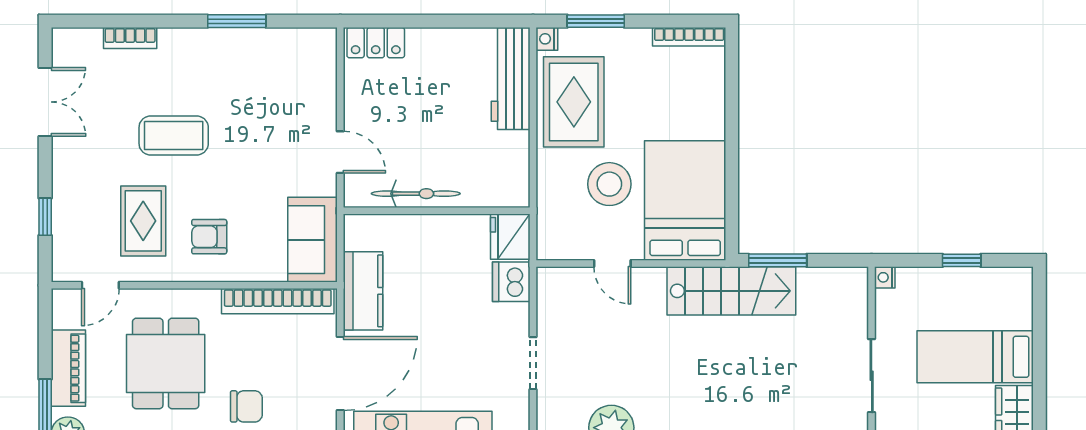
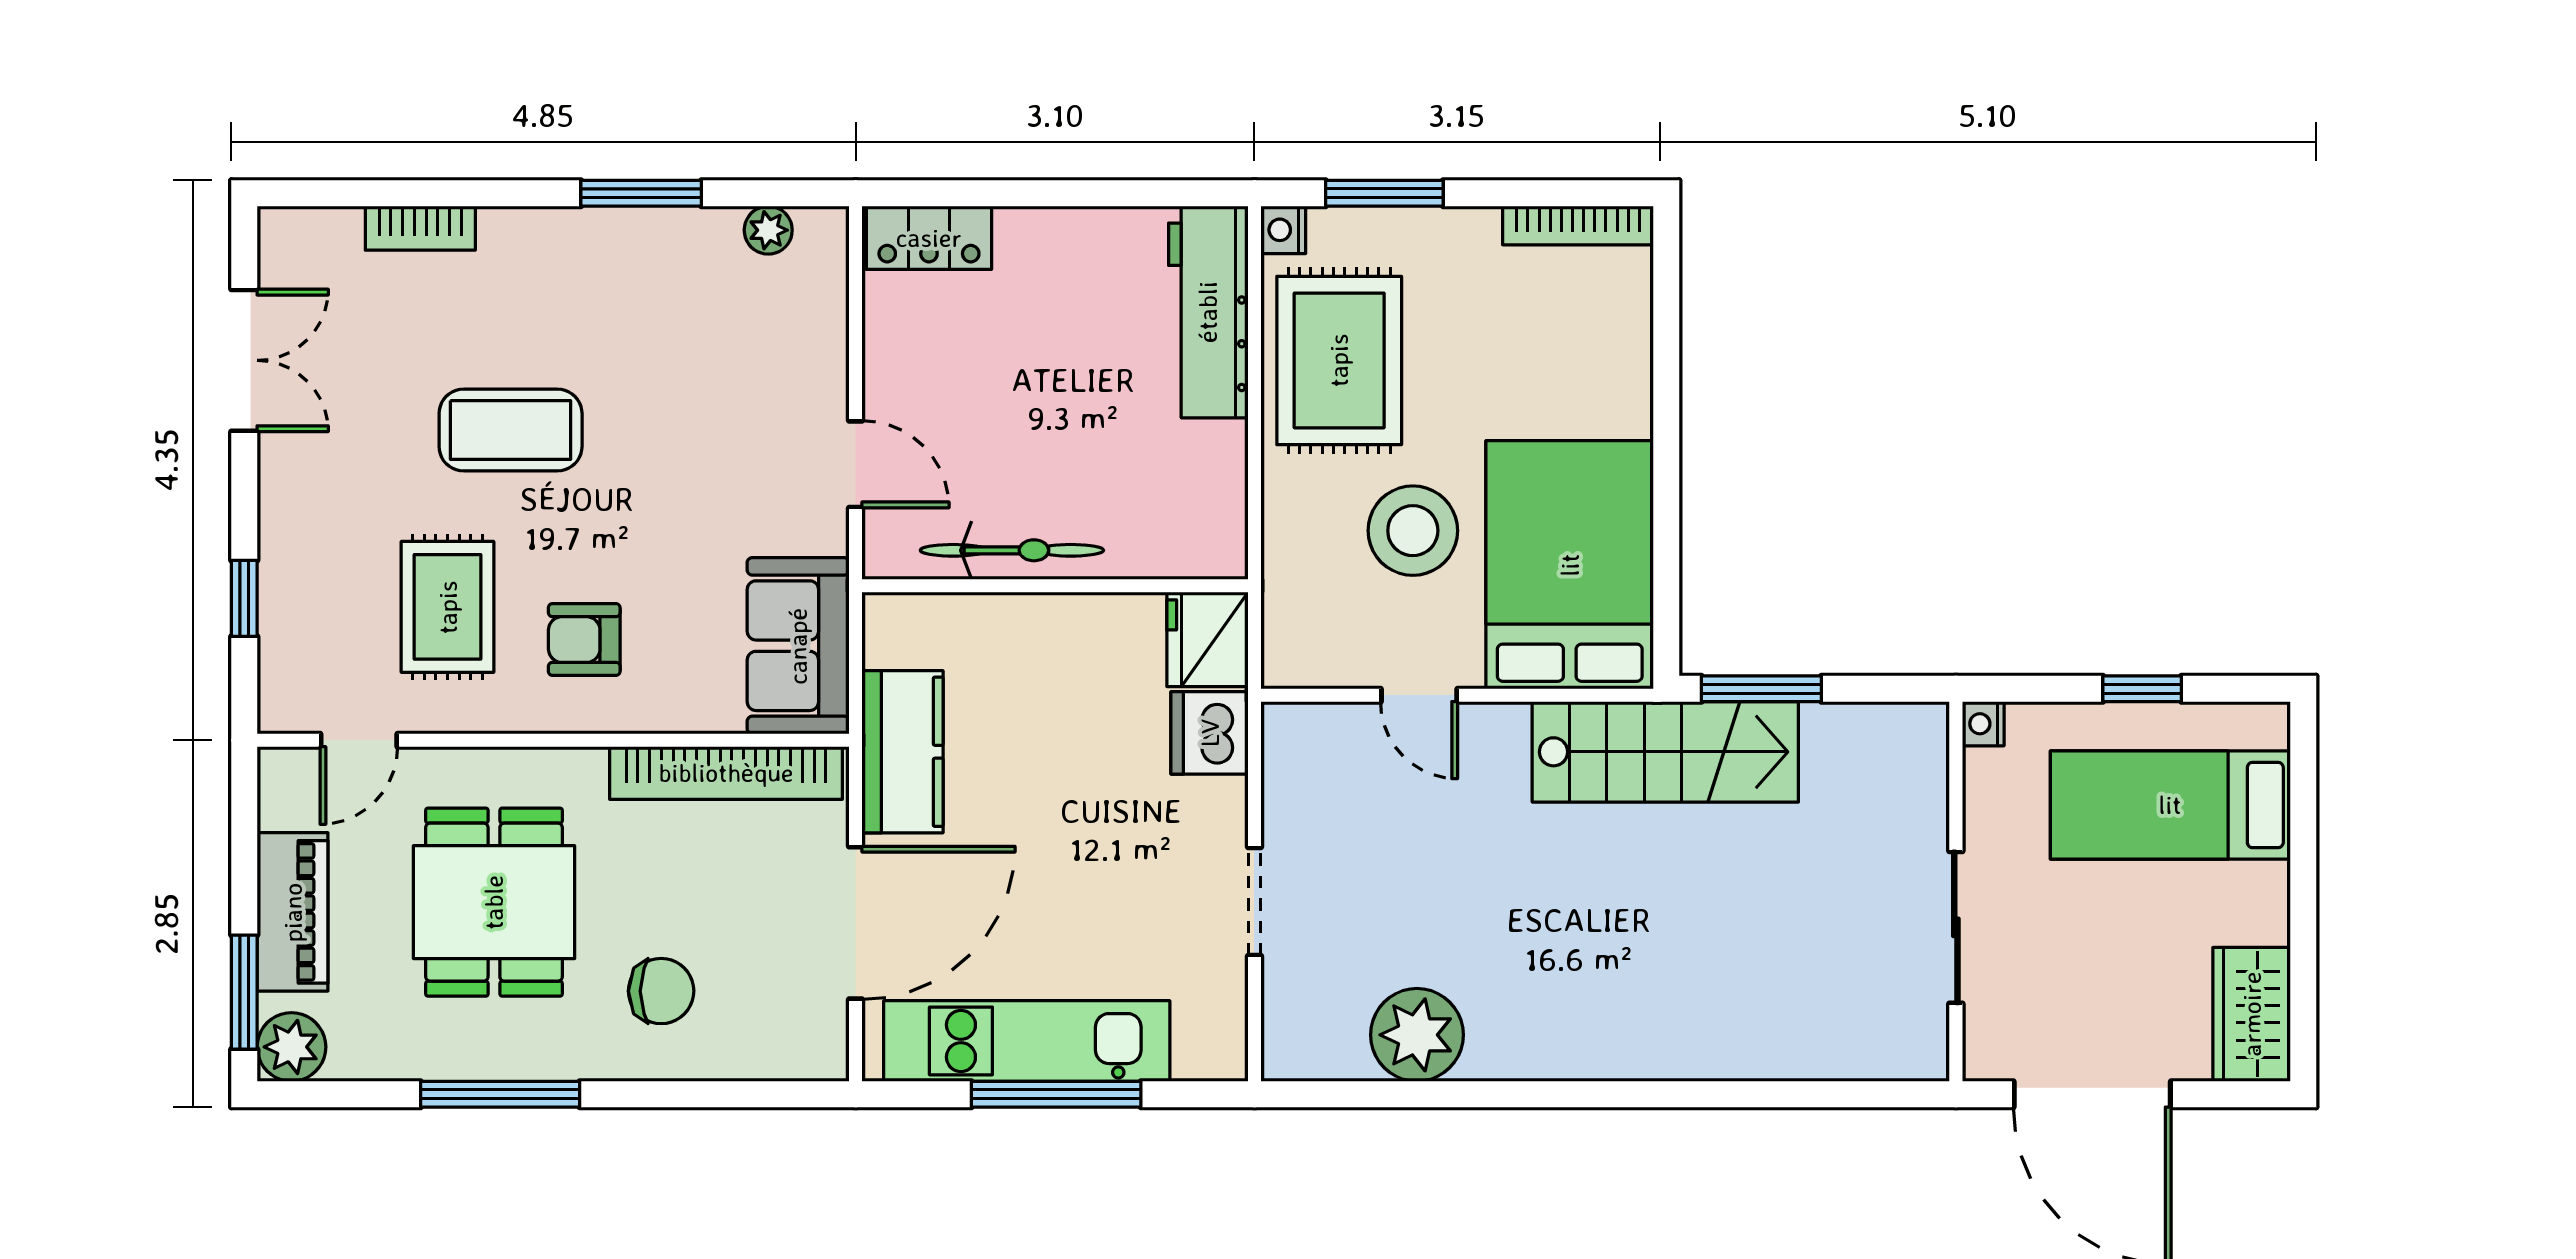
plant: (298, 39) -> (768, 230), added
bed: (975, 357) -> (2170, 805), moved

